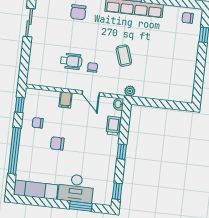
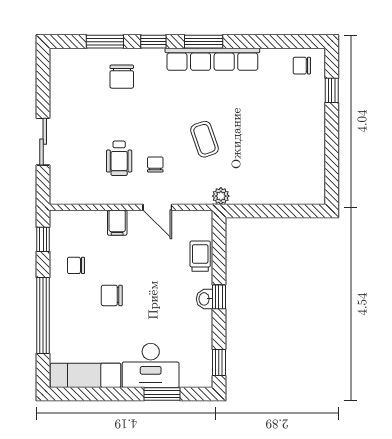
sliding door: (29, 23) -> (43, 142), moved
wheelchair: (71, 61) -> (119, 158), turned 90
washbasin: (118, 104) -> (204, 299), moved

